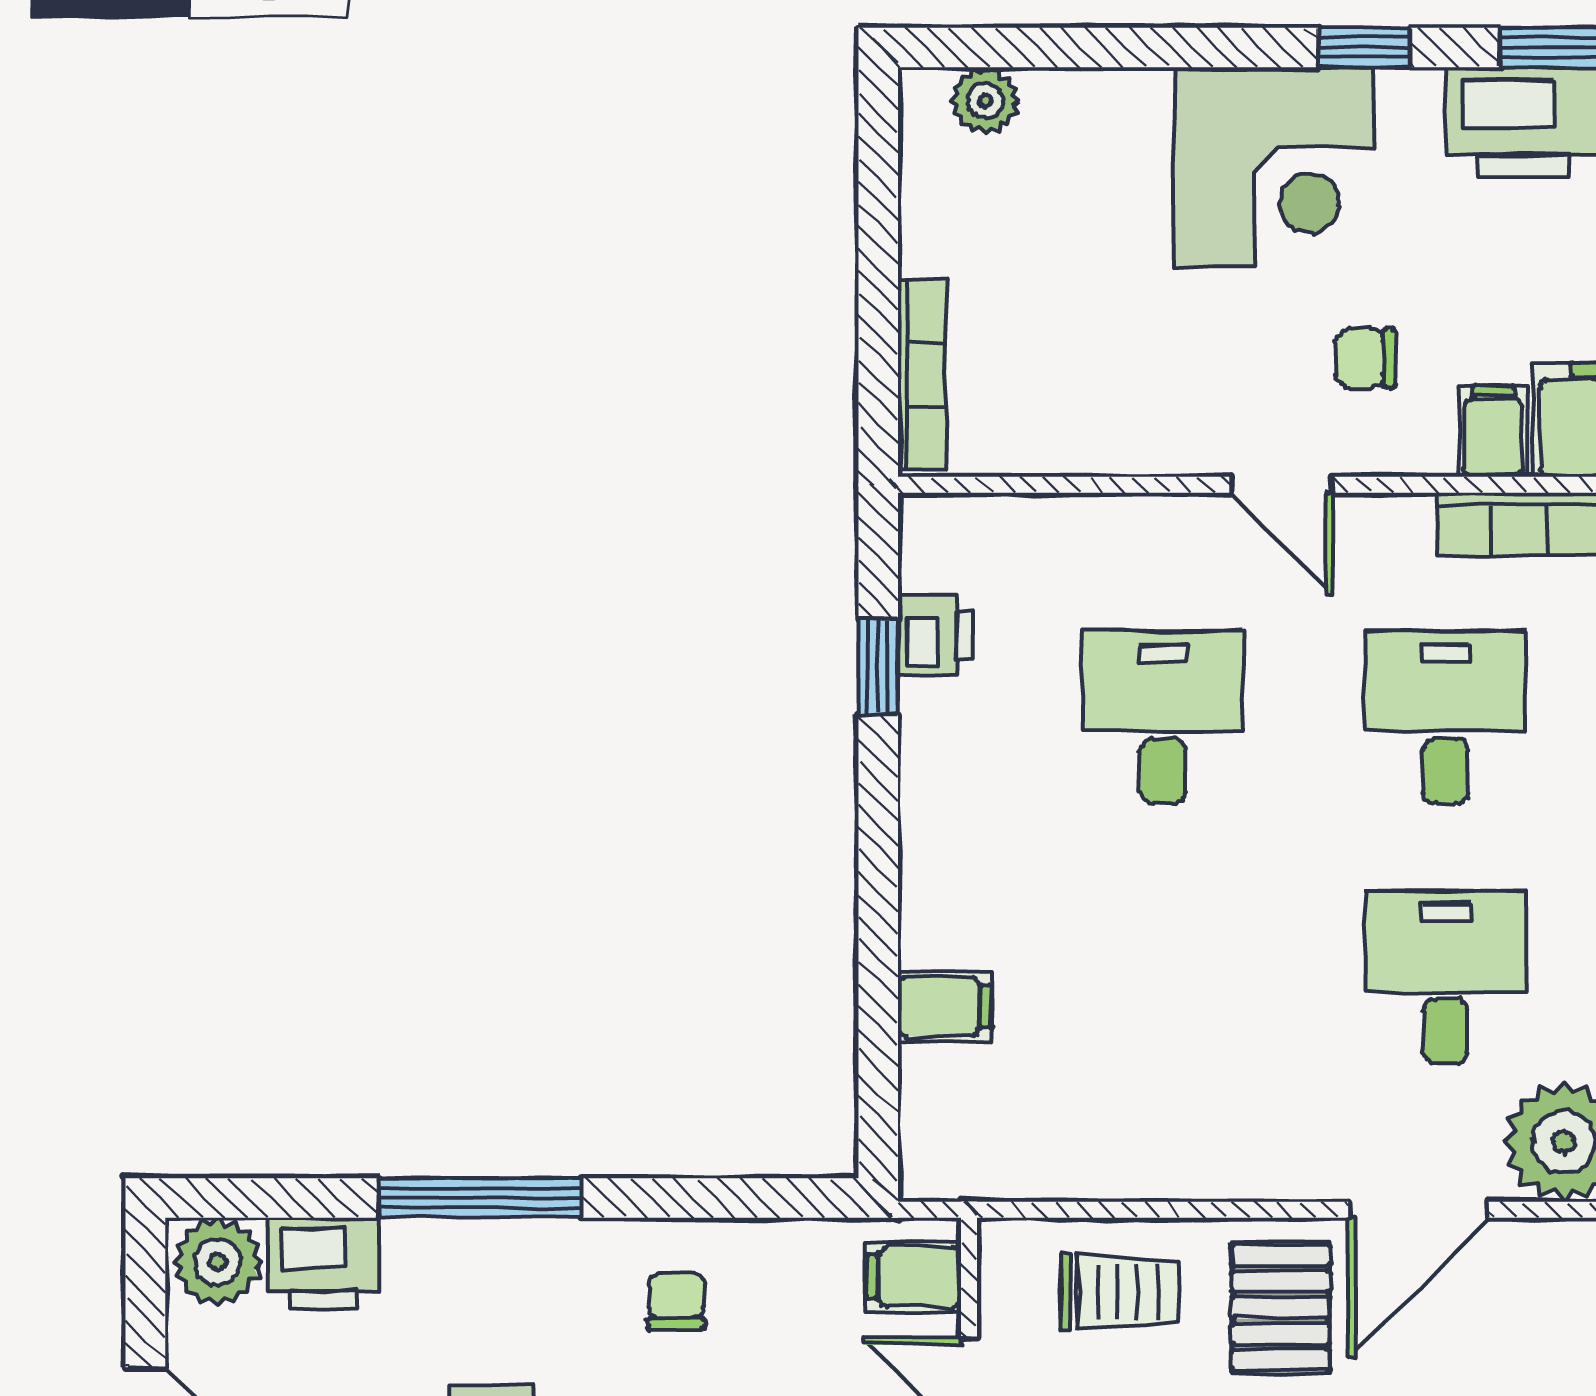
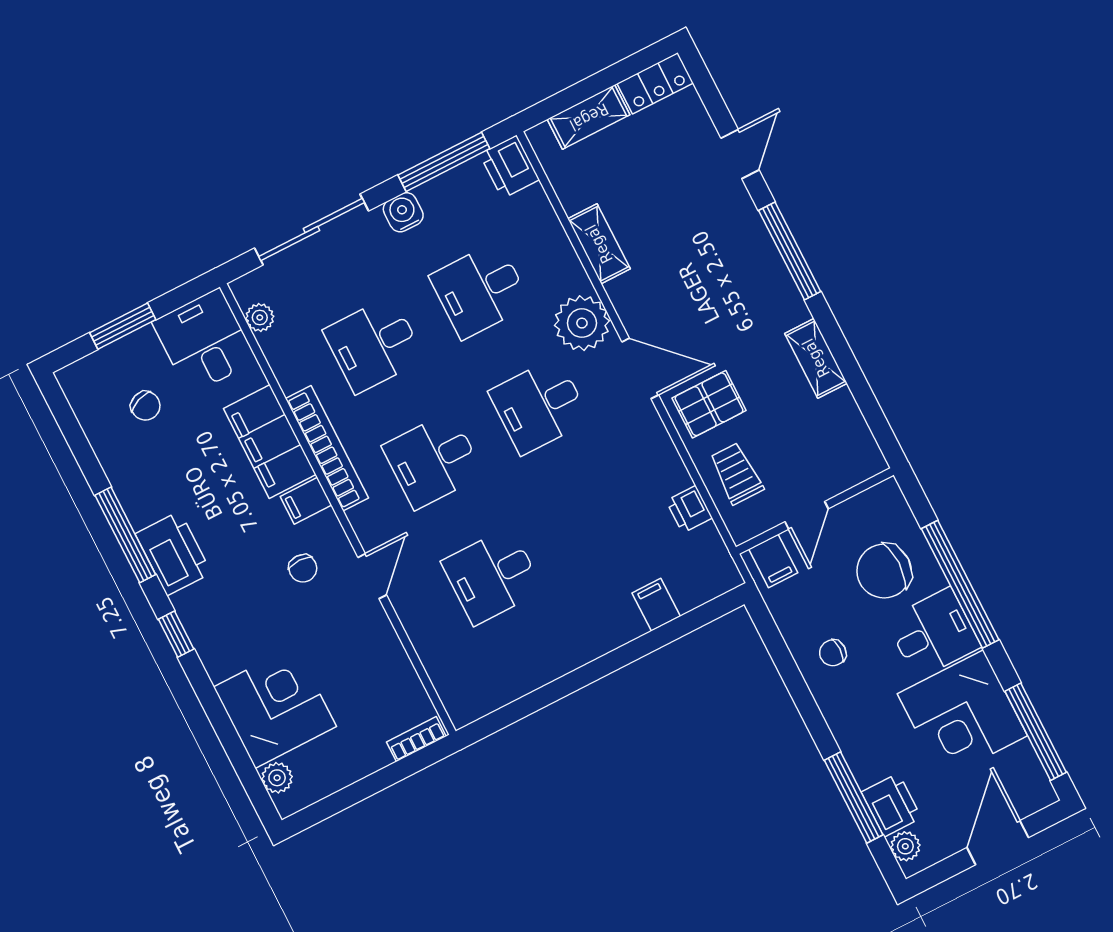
corner desk: (1274, 167) -> (275, 707), moved
bookcase: (922, 375) -> (416, 739), width x0.64
printer: (935, 635) -> (689, 509), moved, turned -90
window: (878, 666) -> (531, 703), removed
window: (480, 1198) -> (854, 797), moved
plant: (218, 1262) -> (905, 846), width x0.73, depth x0.73

